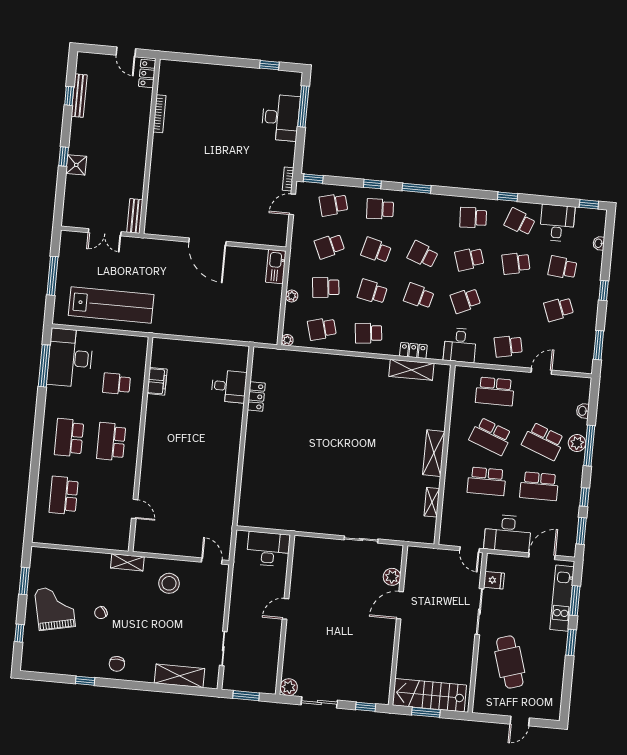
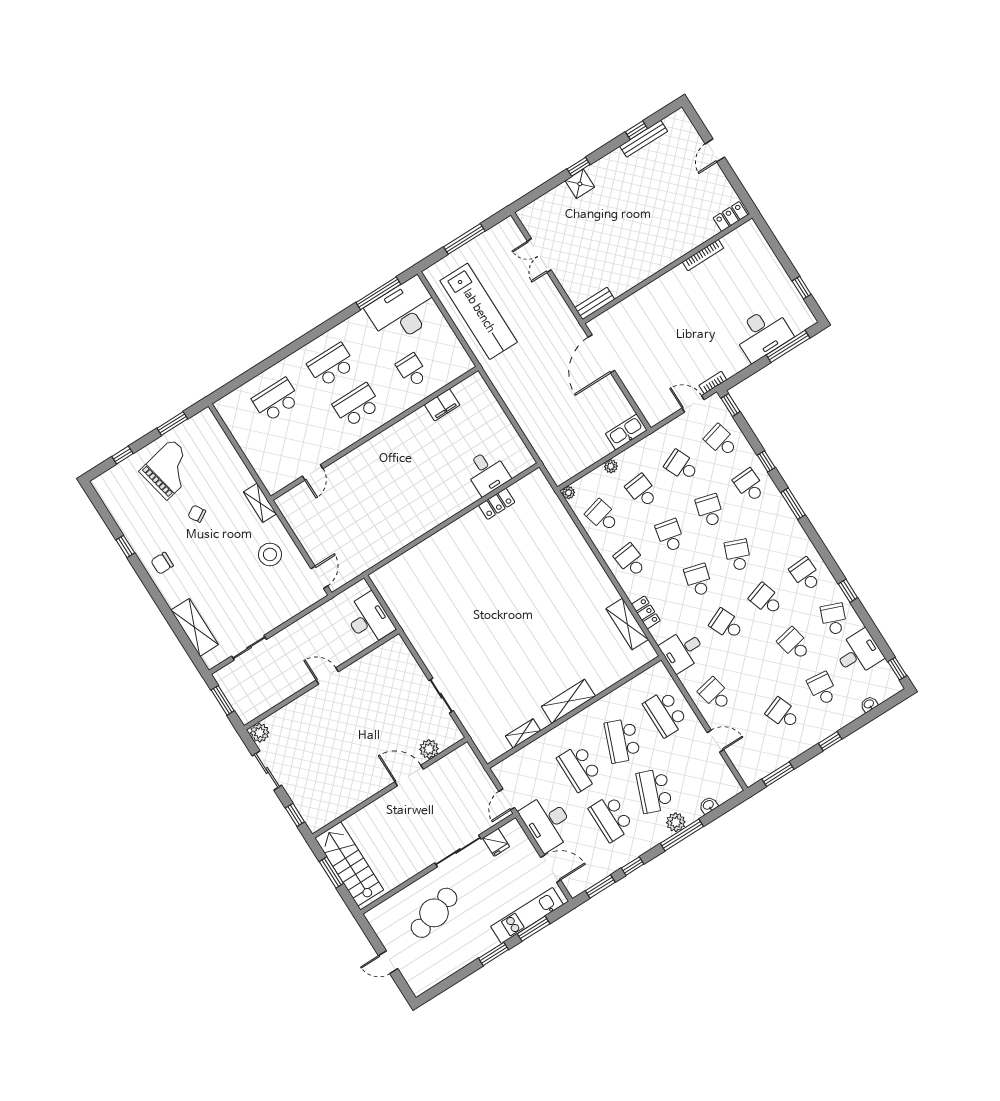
locker: (147, 74) -> (730, 217), moved
bookcase: (159, 114) -> (703, 255), moved
wall: (150, 146) -> (667, 269), moved
bench: (135, 216) -> (595, 303), moved

